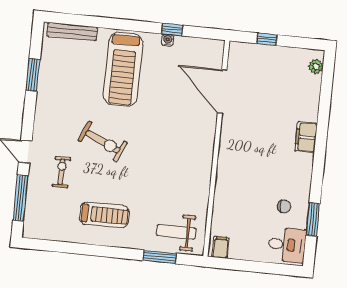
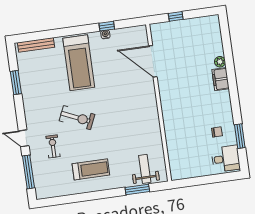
plant: (316, 67) -> (220, 62), moved
weight bench: (176, 232) -> (145, 169), turned 90
filing cabinet: (221, 247) -> (179, 172), removed

